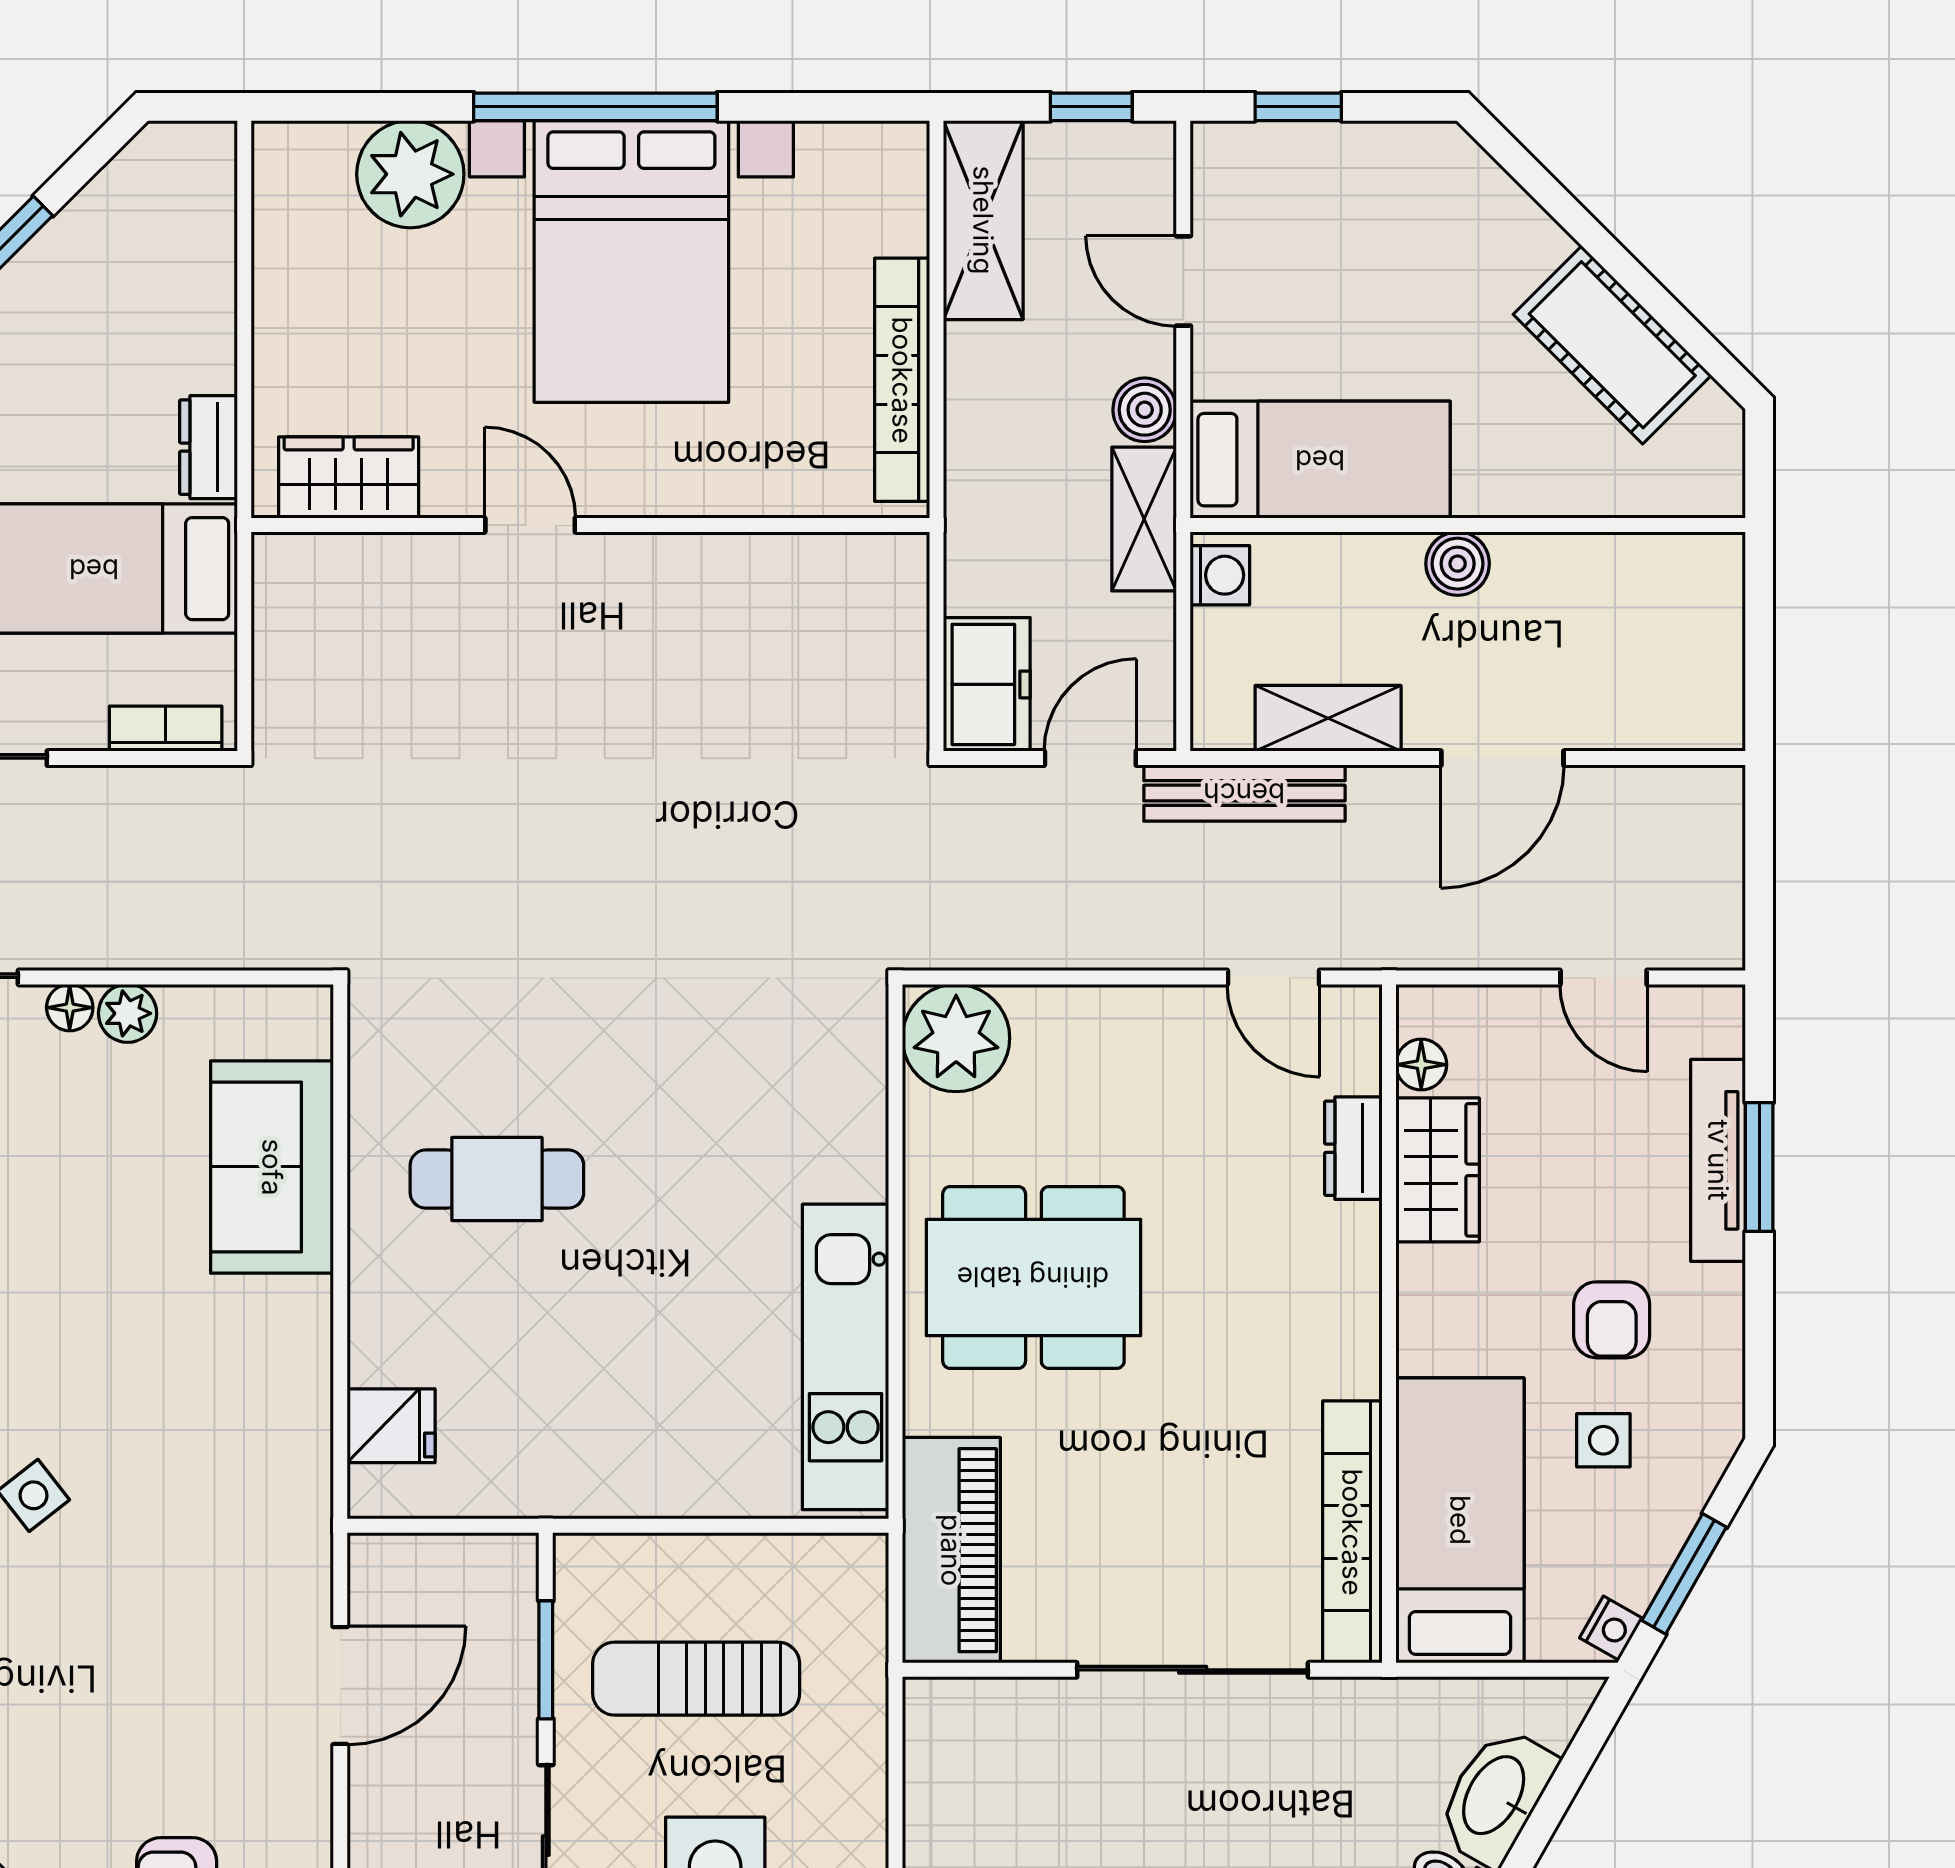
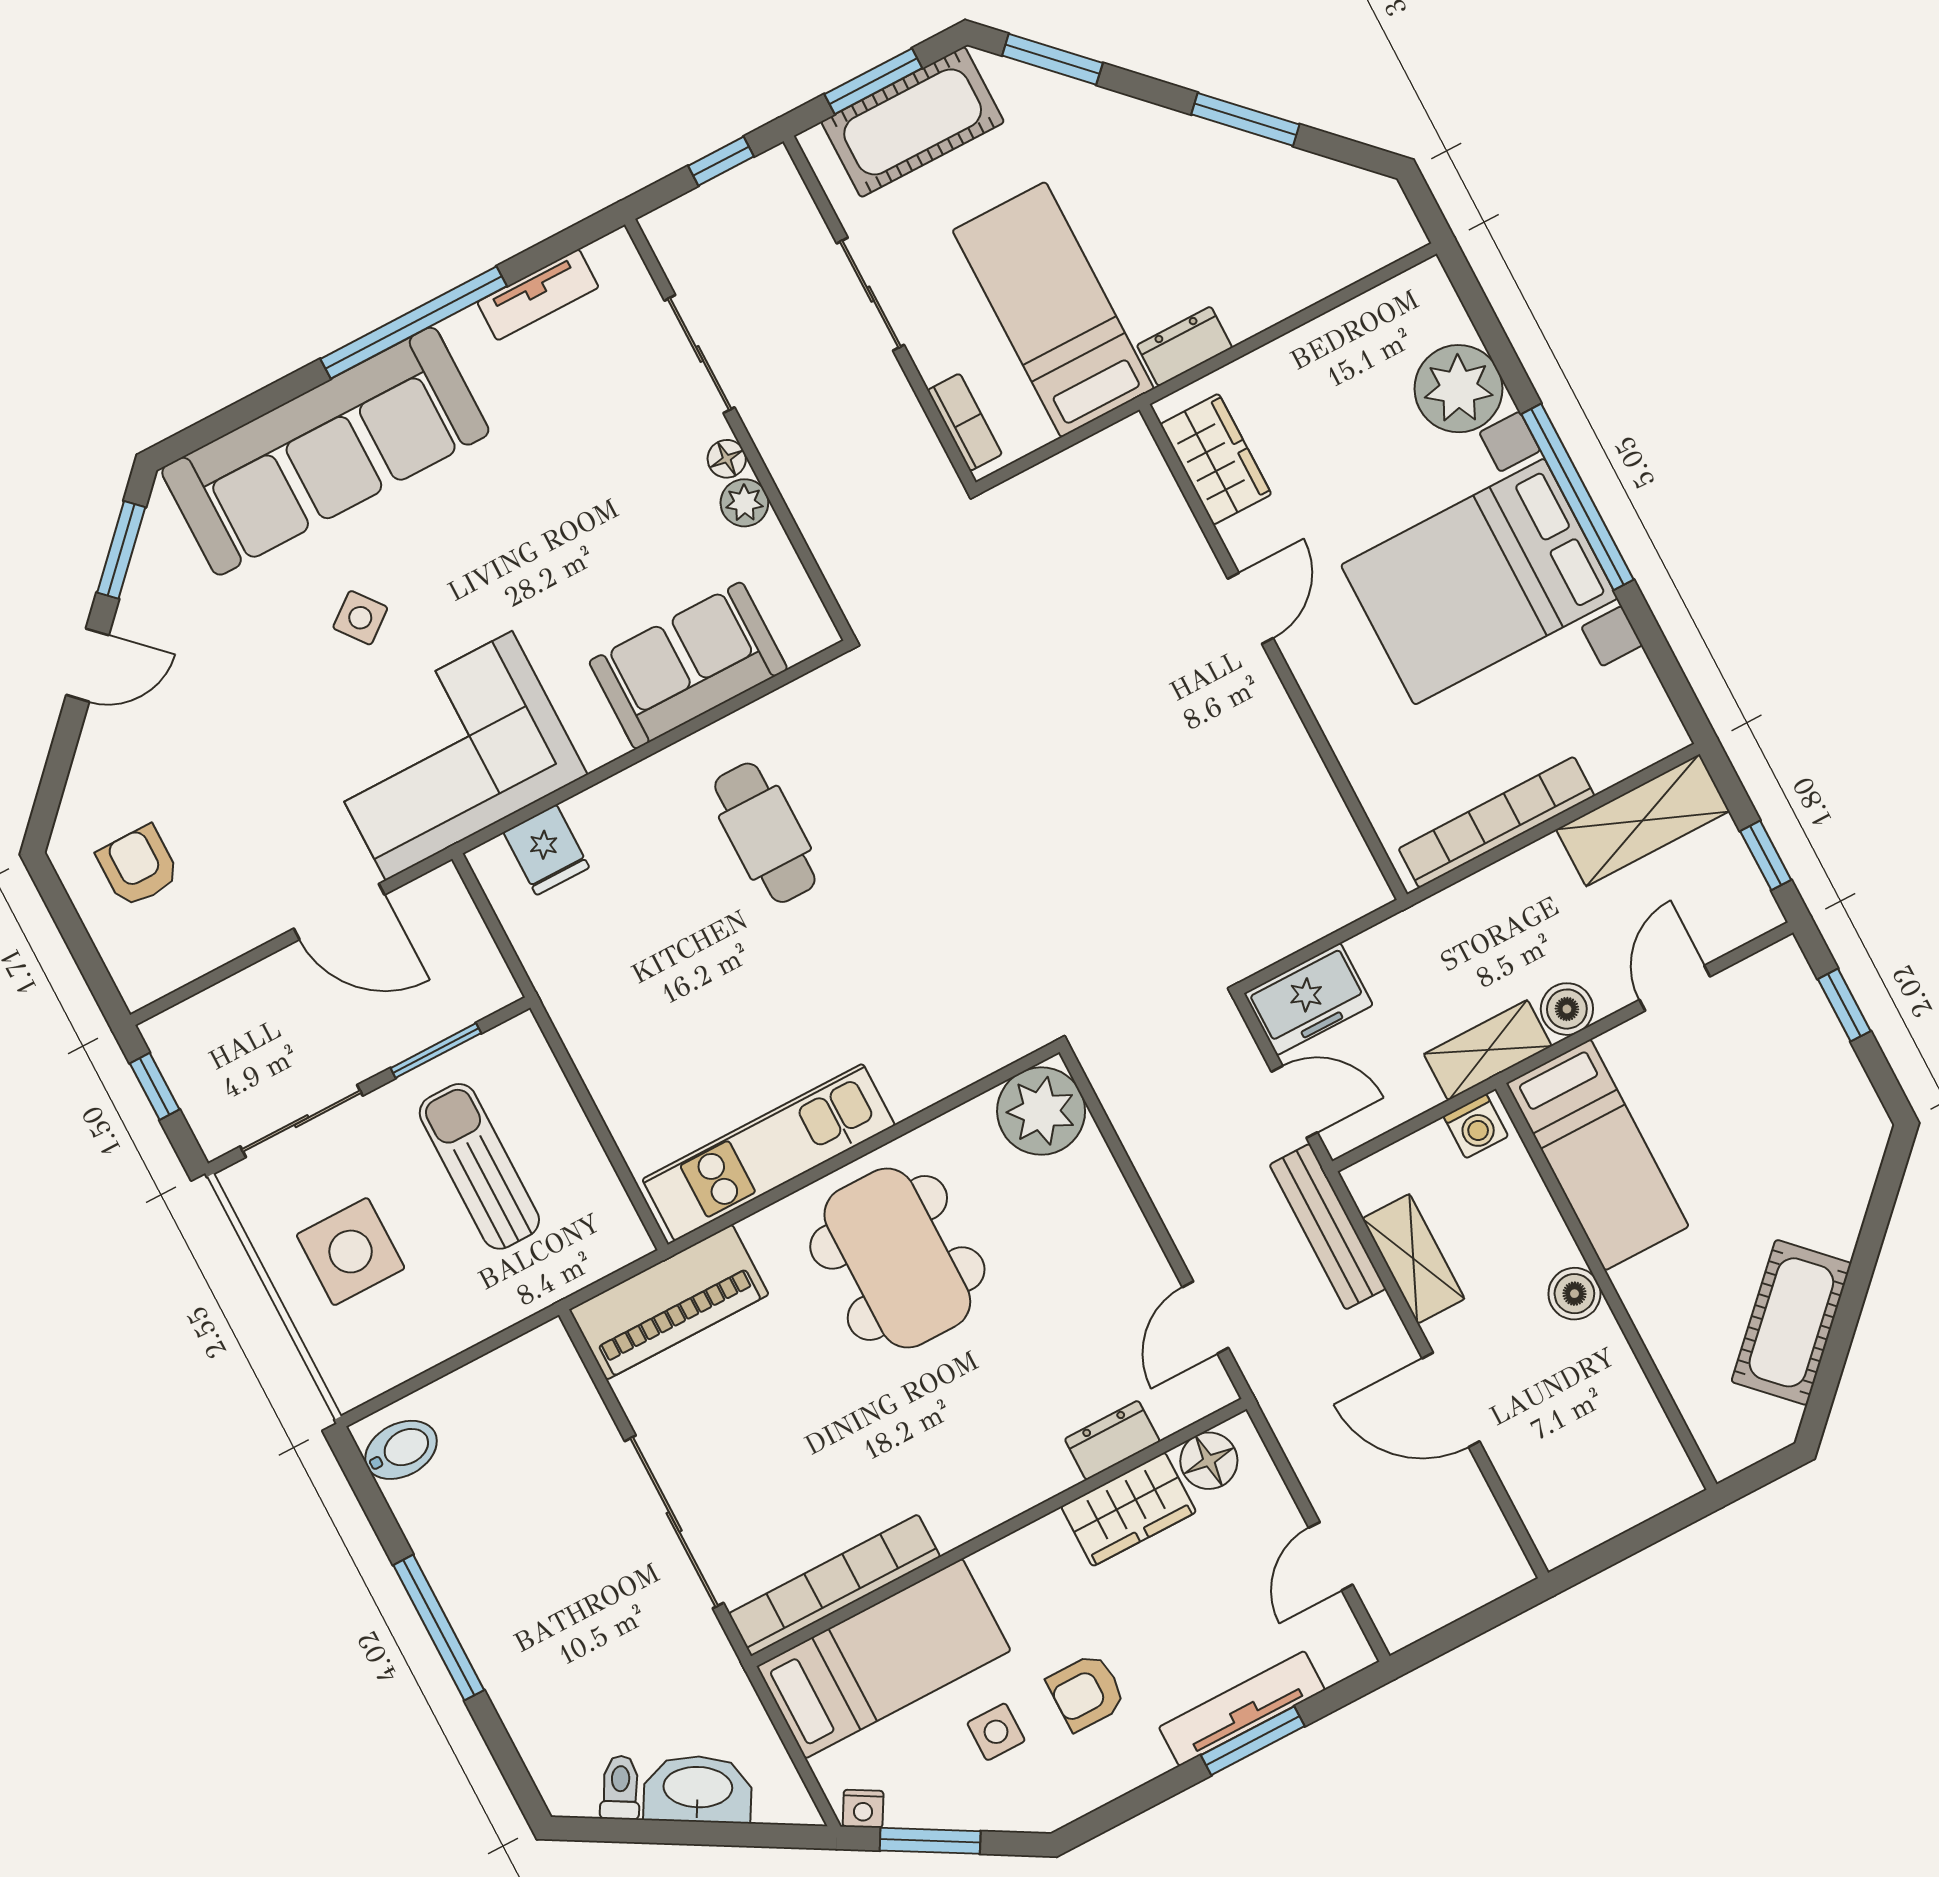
floor lamp: (1421, 1065) -> (1209, 1461), width x1.37, depth x1.37
corner sofa: (234, 1478) -> (449, 756), added

